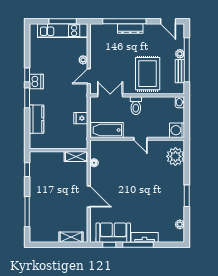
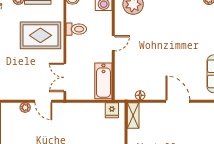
toilet: (136, 106) -> (76, 29), moved
fridge: (81, 118) -> (112, 110), moved
door: (89, 197) -> (178, 101), hinge flipped

